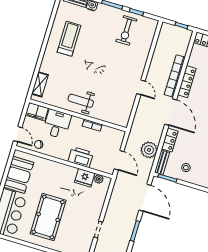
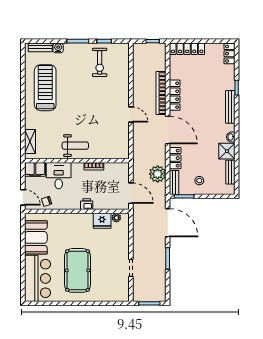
treadmill: (69, 39) -> (45, 88), width x1.37, depth x1.38
weight bench: (81, 101) -> (75, 146), turned 180
printer: (81, 157) -> (87, 204), width x0.53, depth x0.68

